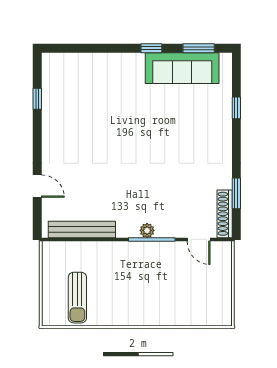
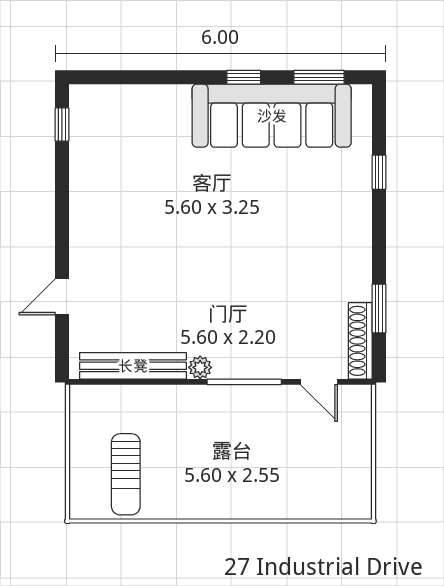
sofa: (182, 68) -> (272, 116), width x1.36, depth x1.27
window: (37, 99) -> (62, 124), moved
door: (37, 186) -> (62, 297), swing flipped
plant: (147, 230) -> (200, 367), moved

